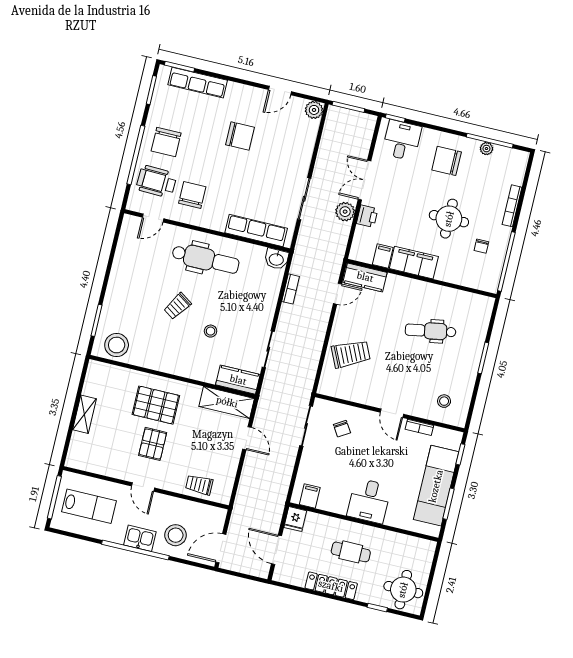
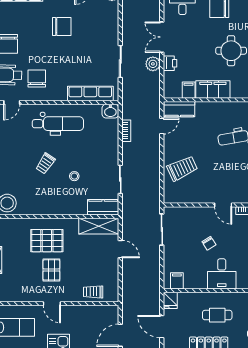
chair: (342, 429) -> (209, 243), moved
stool: (176, 535) -> (84, 334), removed

